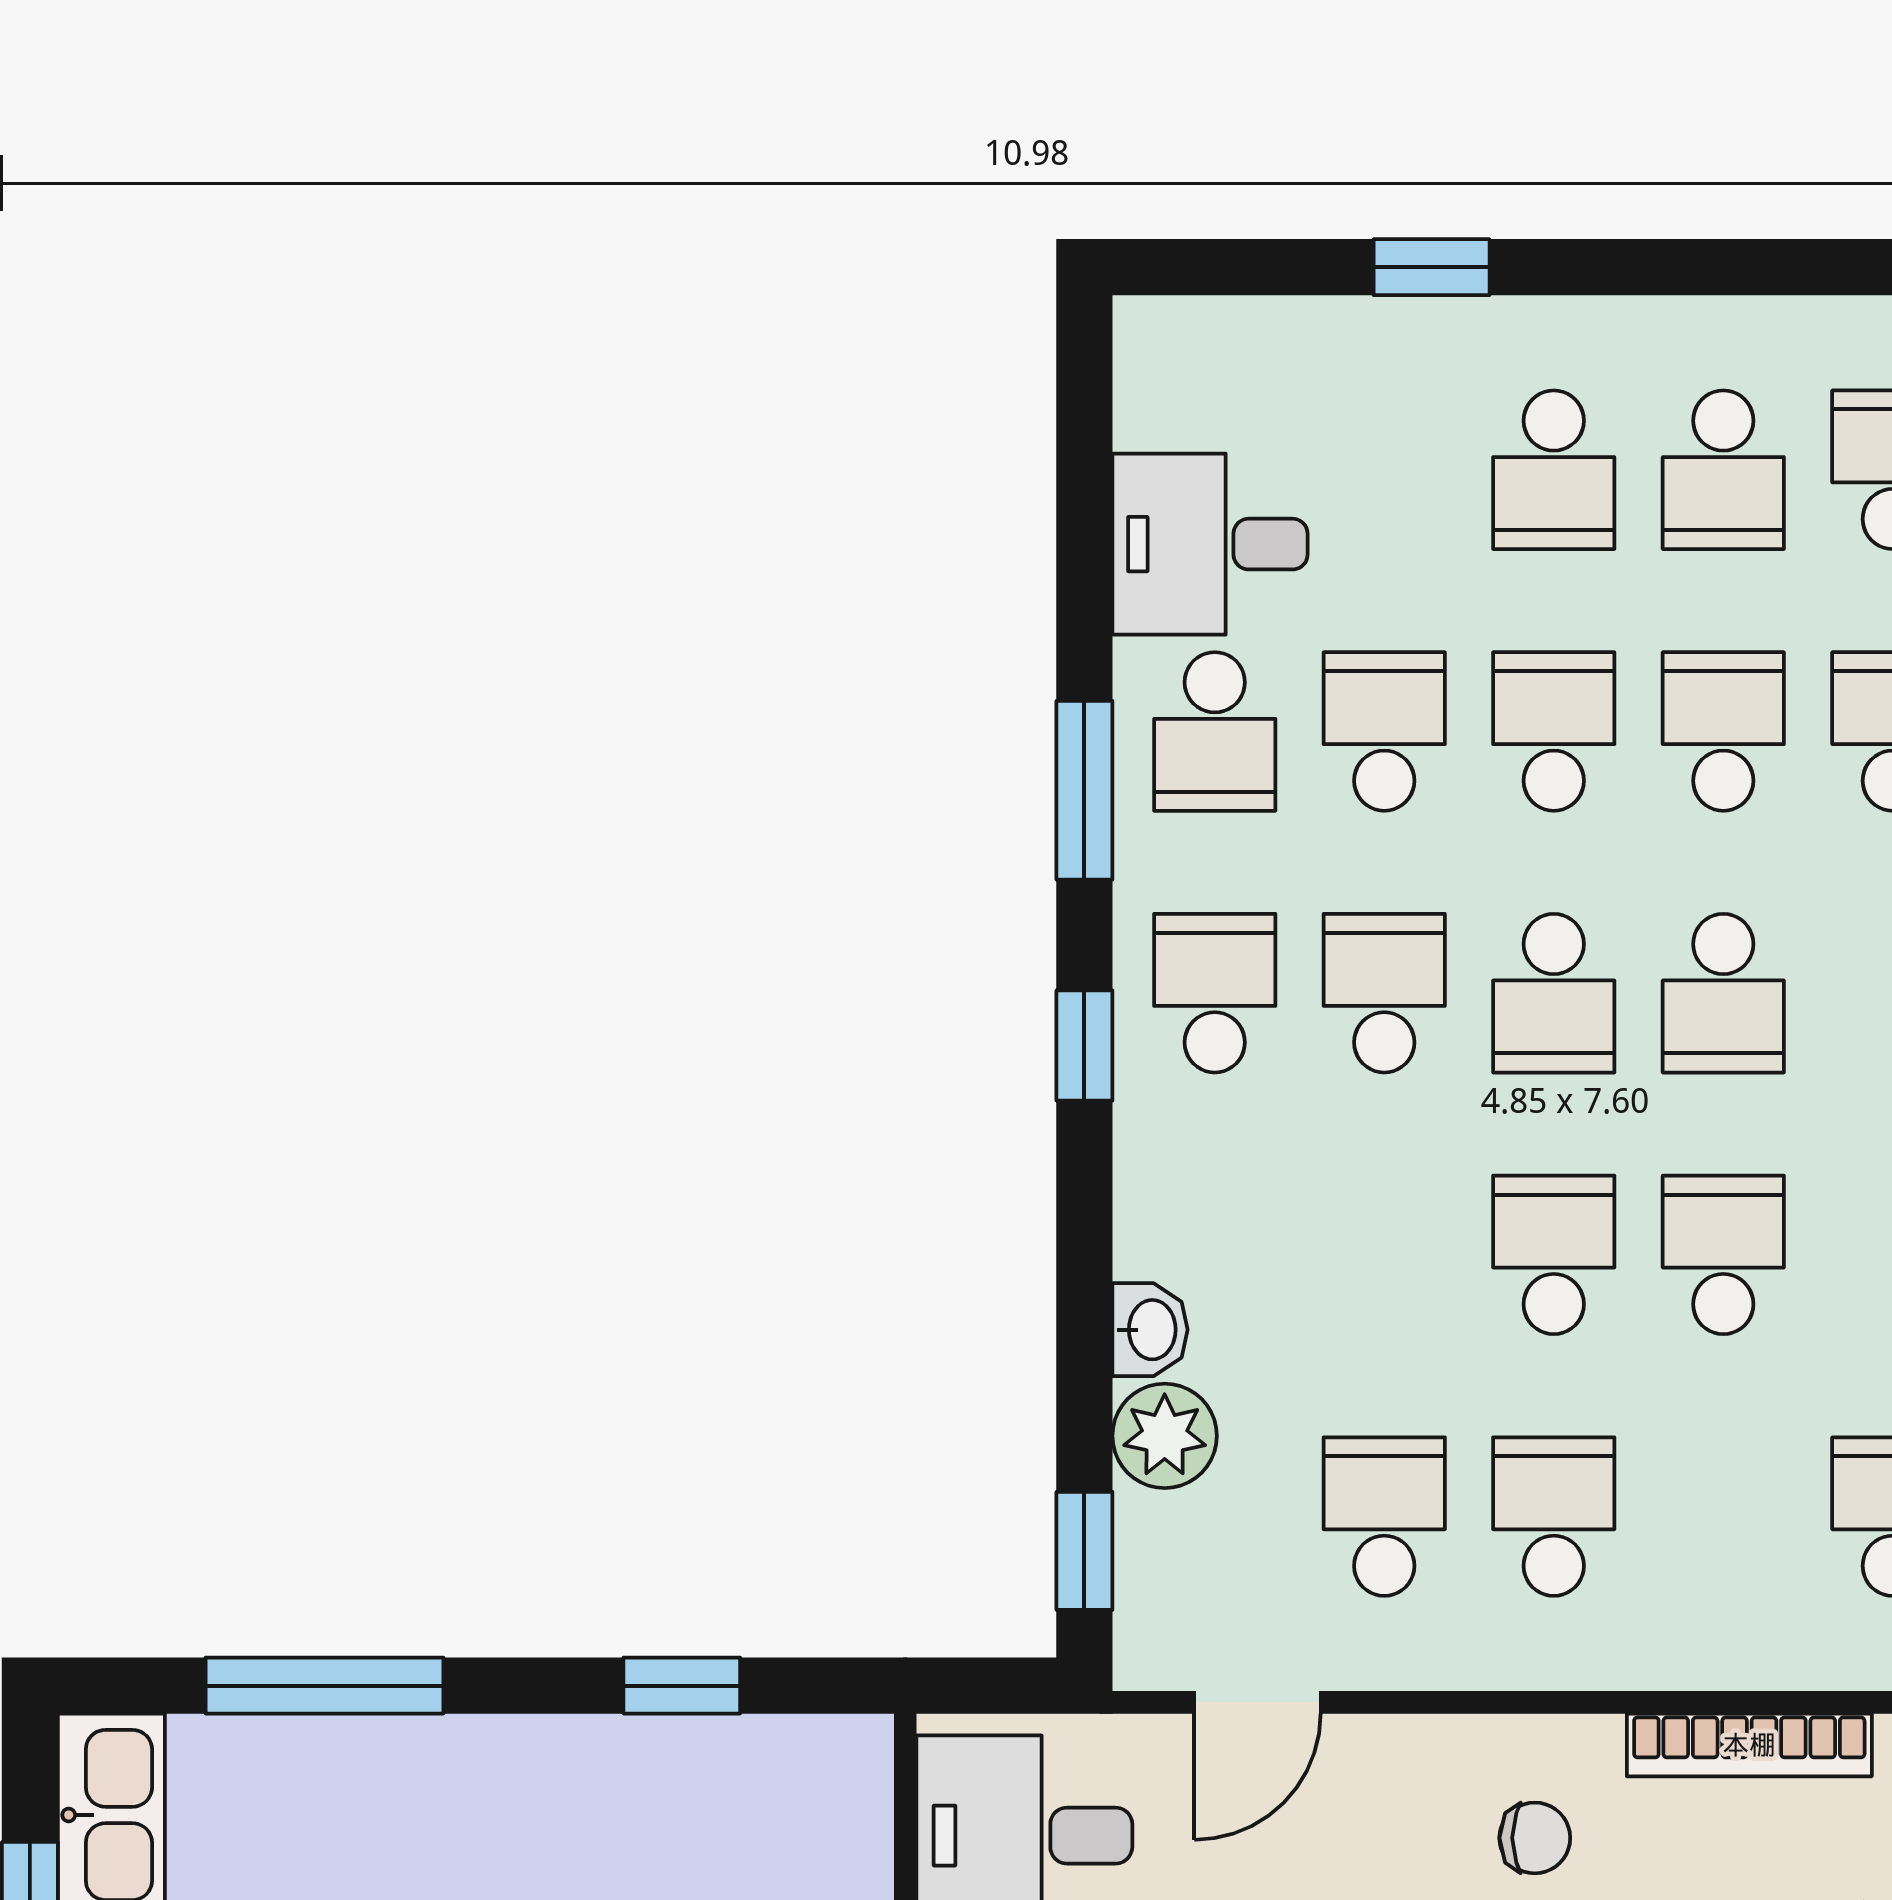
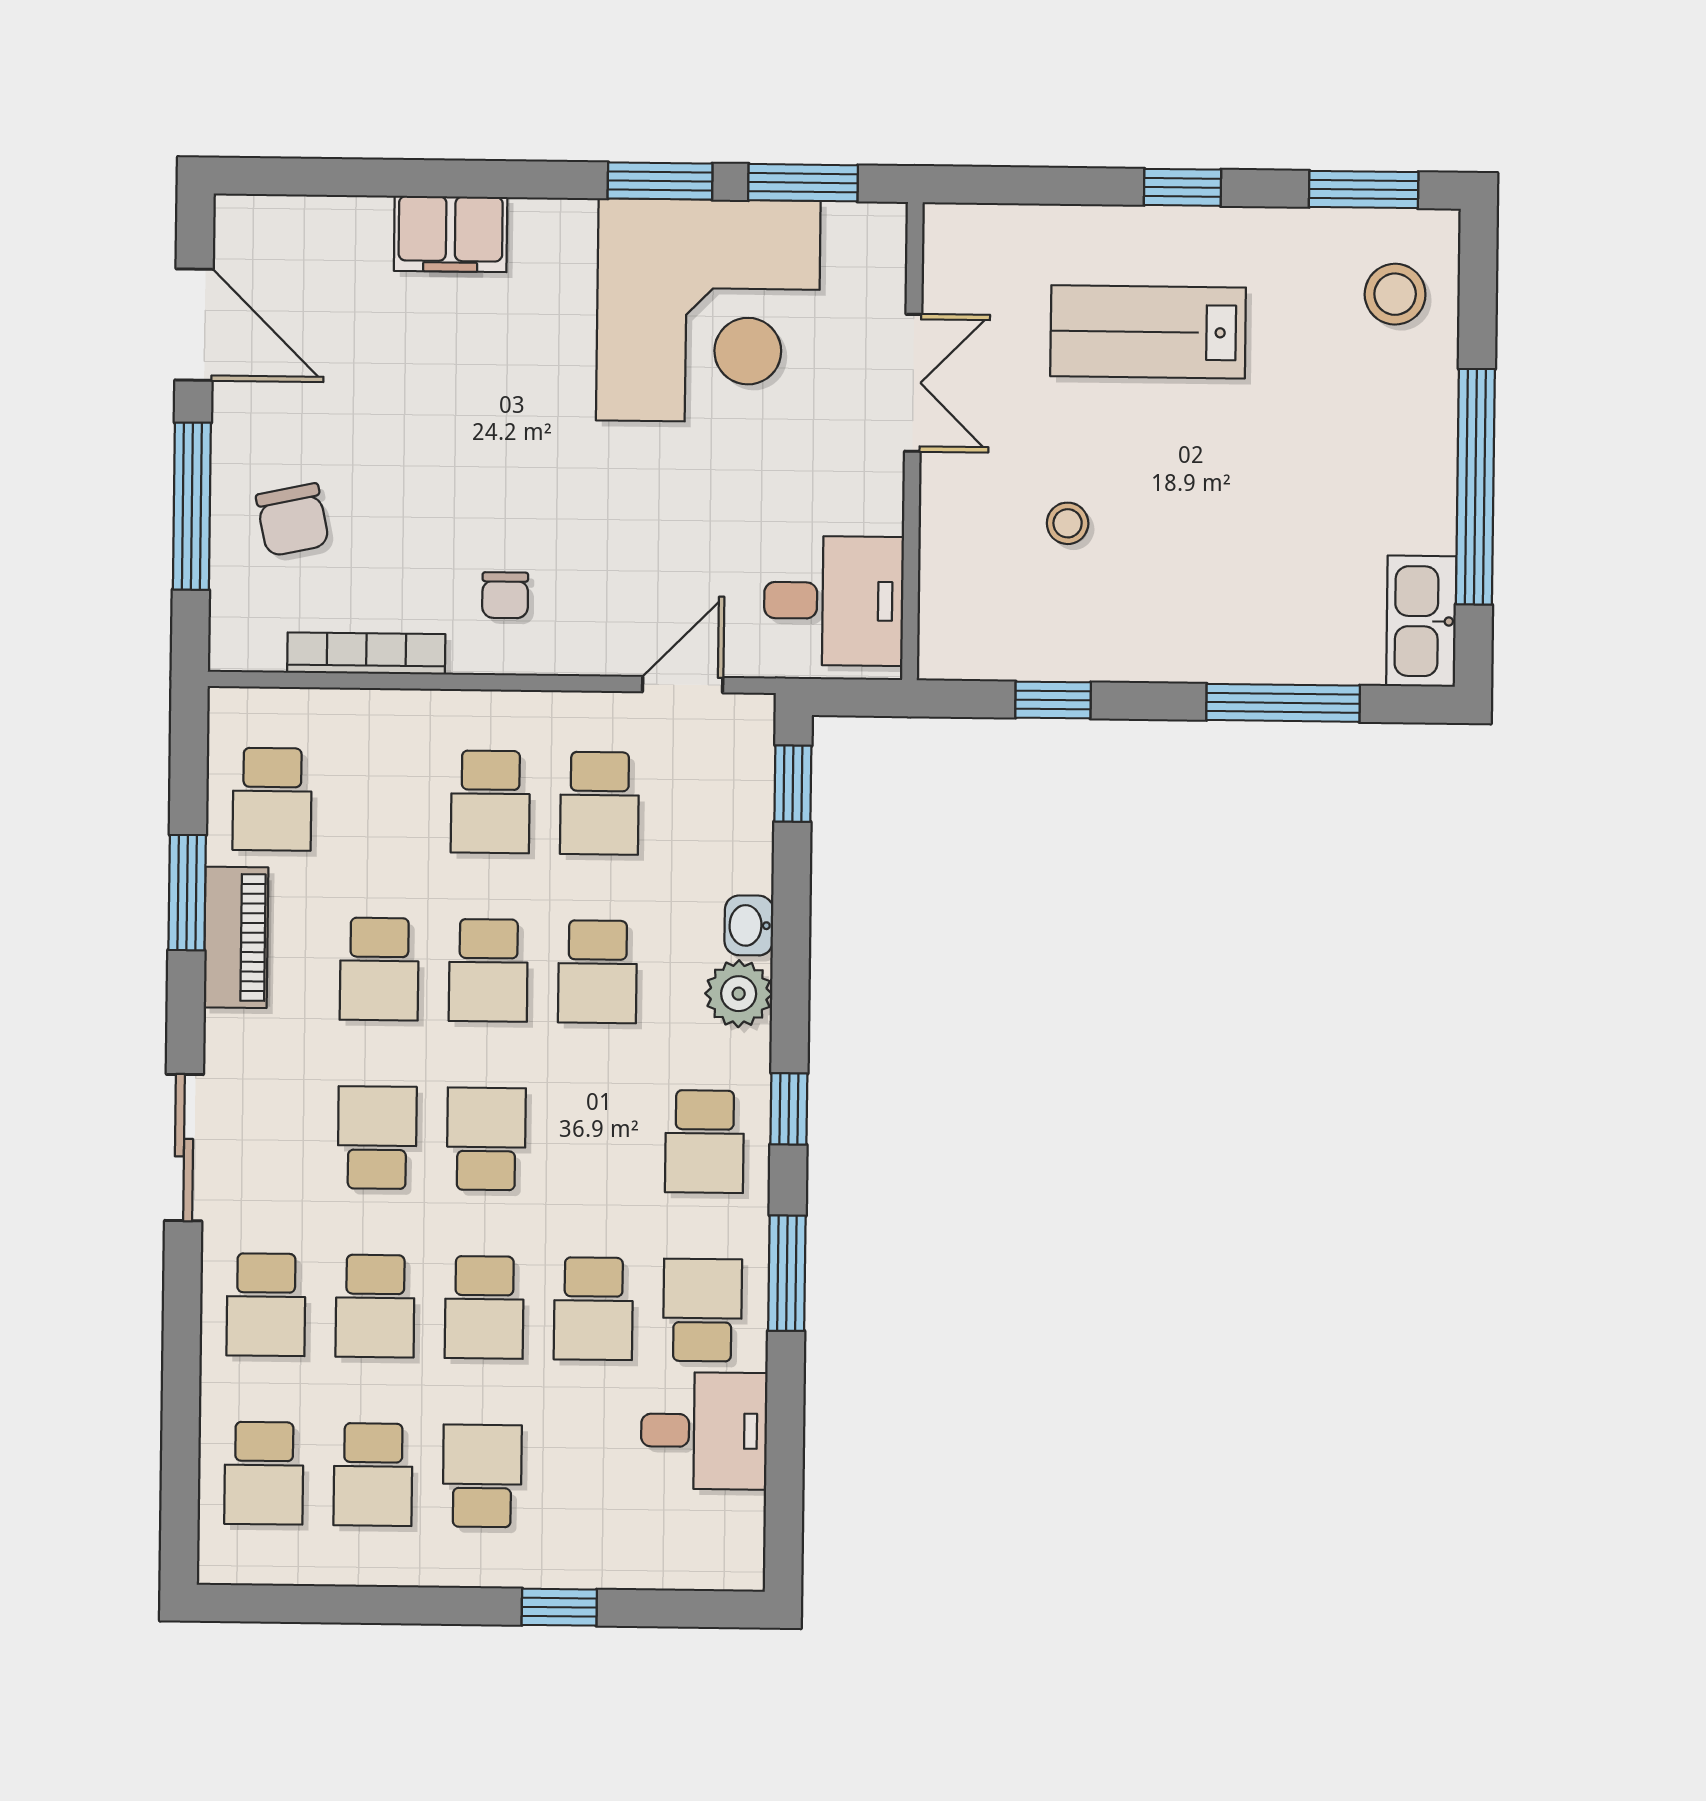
school desk: (1723, 470) -> (373, 1475), turned 180
school desk: (1384, 993) -> (597, 972), moved
plant: (1165, 1436) -> (739, 994), moved
chair: (1535, 1838) -> (505, 595), turned -90

